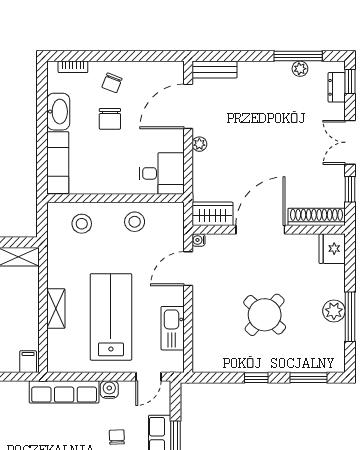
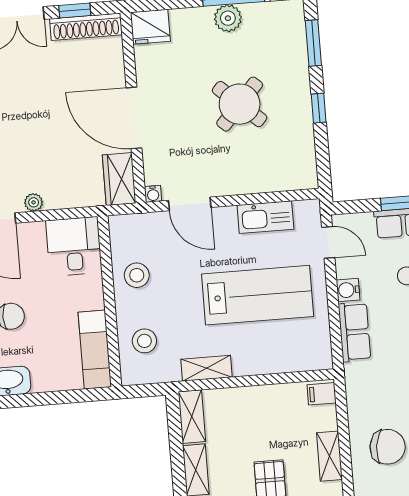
exam couch: (58, 163) -> (95, 350), moved, turned -90
shoe rack: (317, 217) -> (86, 27), moved, turned -90
shelving: (56, 309) -> (206, 368), moved
lab bench: (111, 317) -> (258, 295), turned 180
row of seats: (64, 392) -> (354, 332), width x0.68

